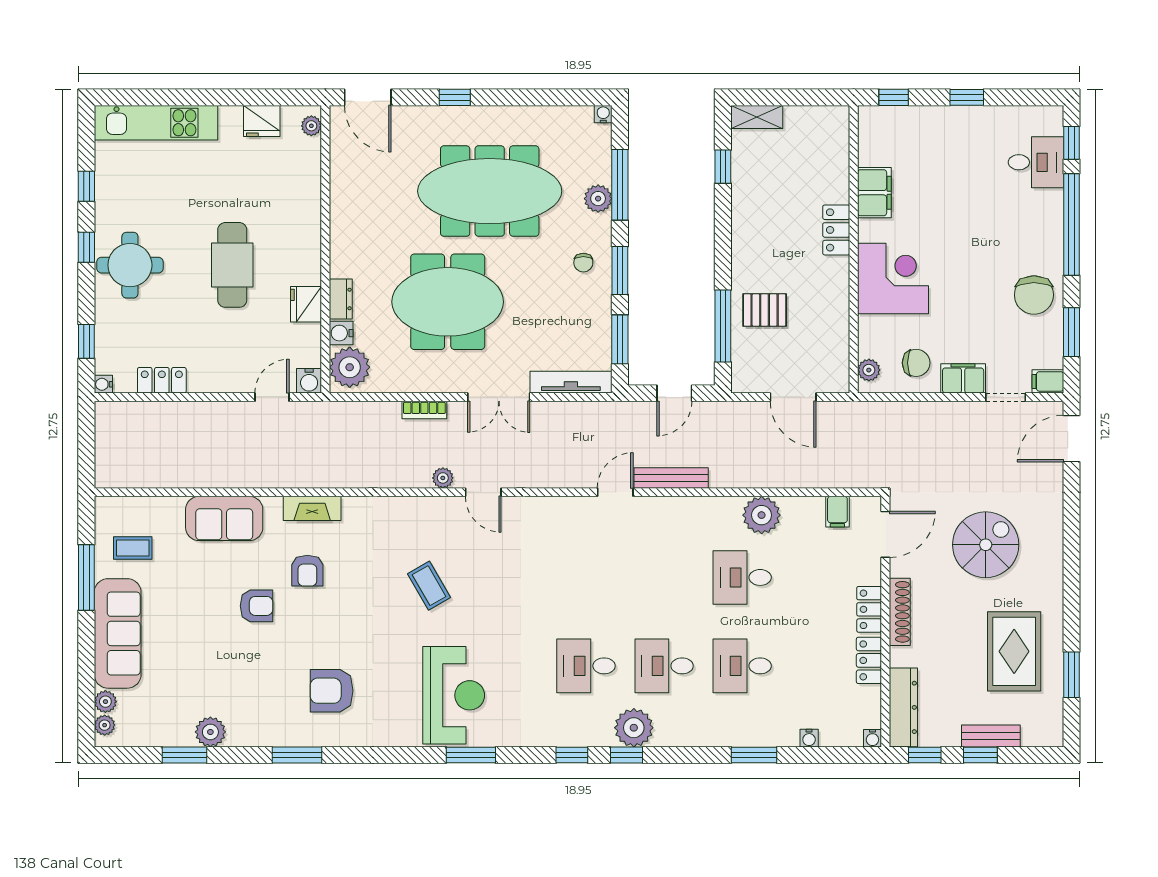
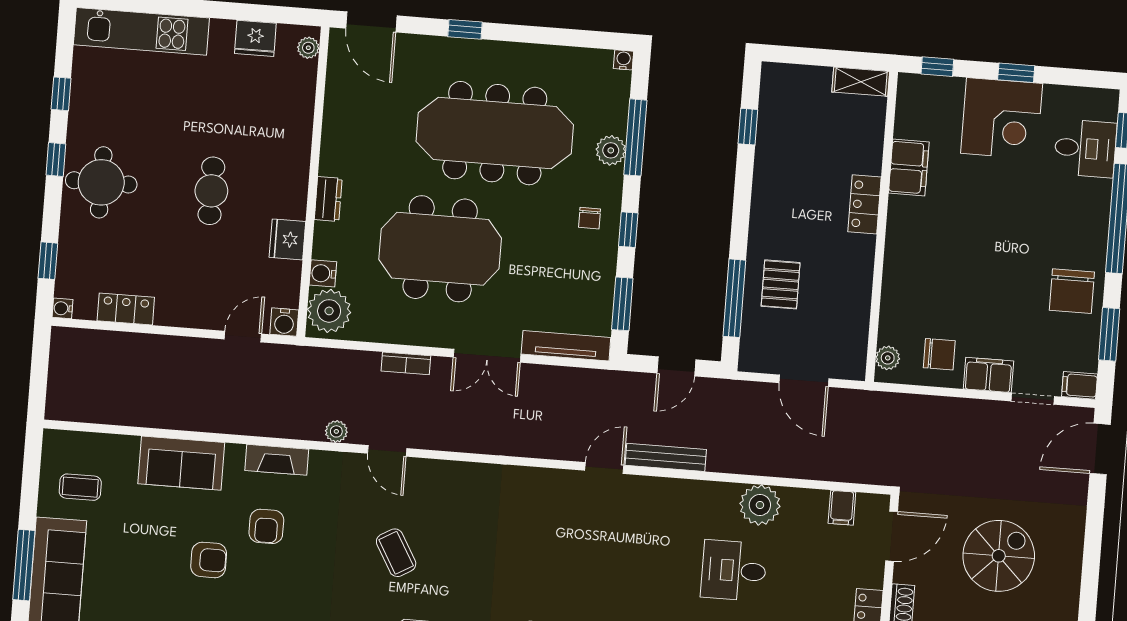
shelving: (757, 117) -> (861, 82), moved
cafe table: (232, 265) -> (211, 191), width x0.73, depth x0.74
window: (620, 270) -> (628, 230), width x0.67
corner desk: (893, 279) -> (1002, 118), moved, turned 90
dresser: (341, 299) -> (328, 199), moved
pallet: (765, 310) -> (781, 284), turned 90
plant: (443, 478) -> (336, 431), moved
door: (483, 492) -> (387, 451), moved
window: (86, 578) -> (24, 565), moved

